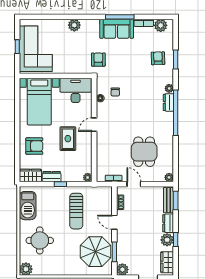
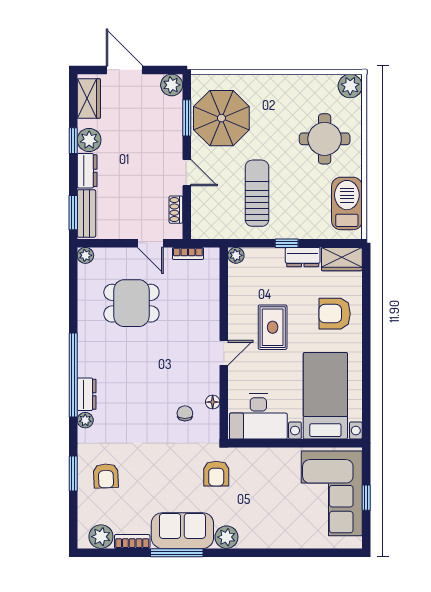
plant: (74, 25) -> (226, 537), moved
dining table: (144, 152) -> (131, 303), turned 90

